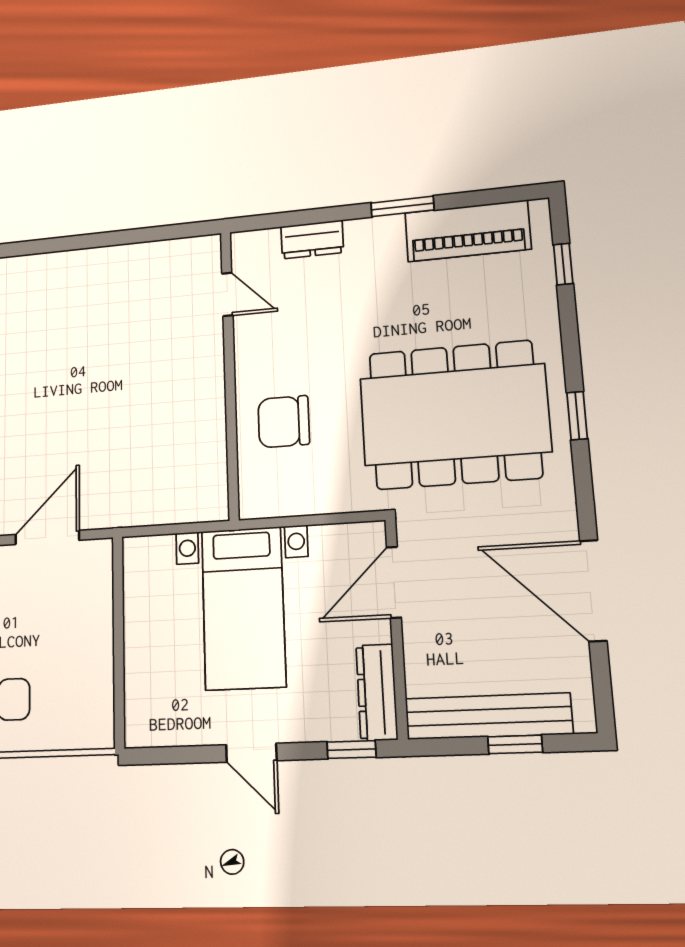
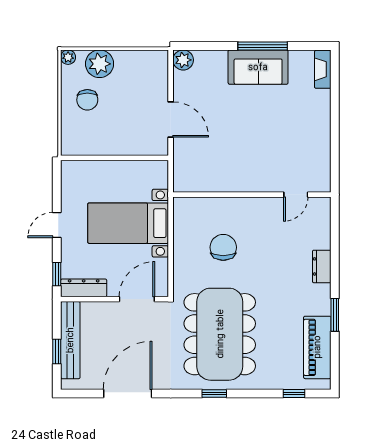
door: (227, 294) -> (296, 195), moved
wall: (230, 373) -> (252, 195), moved
door: (394, 582) -> (137, 299), hinge flipped

